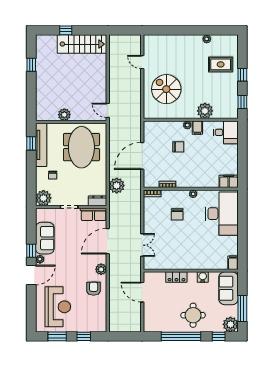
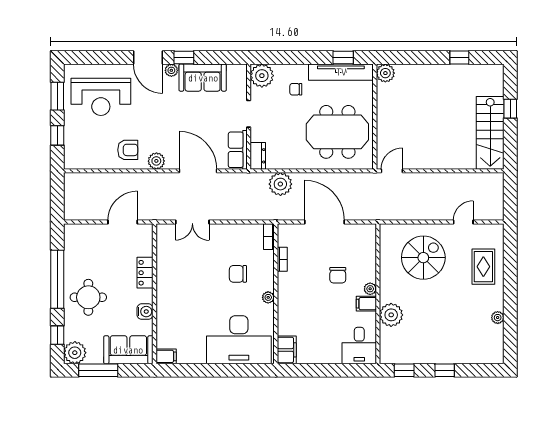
rug: (221, 64) -> (483, 267), moved
plant: (64, 115) -> (385, 73), moved

